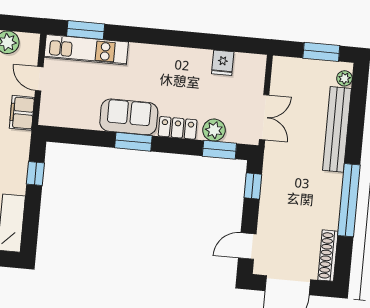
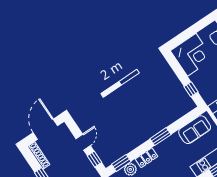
sofa: (129, 117) -> (195, 130), moved
door: (247, 246) -> (83, 142), moved

